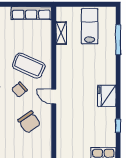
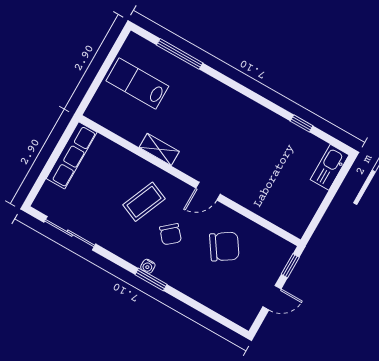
shelving: (61, 33) -> (159, 149), moved
coffee table: (29, 66) -> (144, 202), width x0.73, depth x0.76
fridge: (107, 96) -> (250, 115), removed

